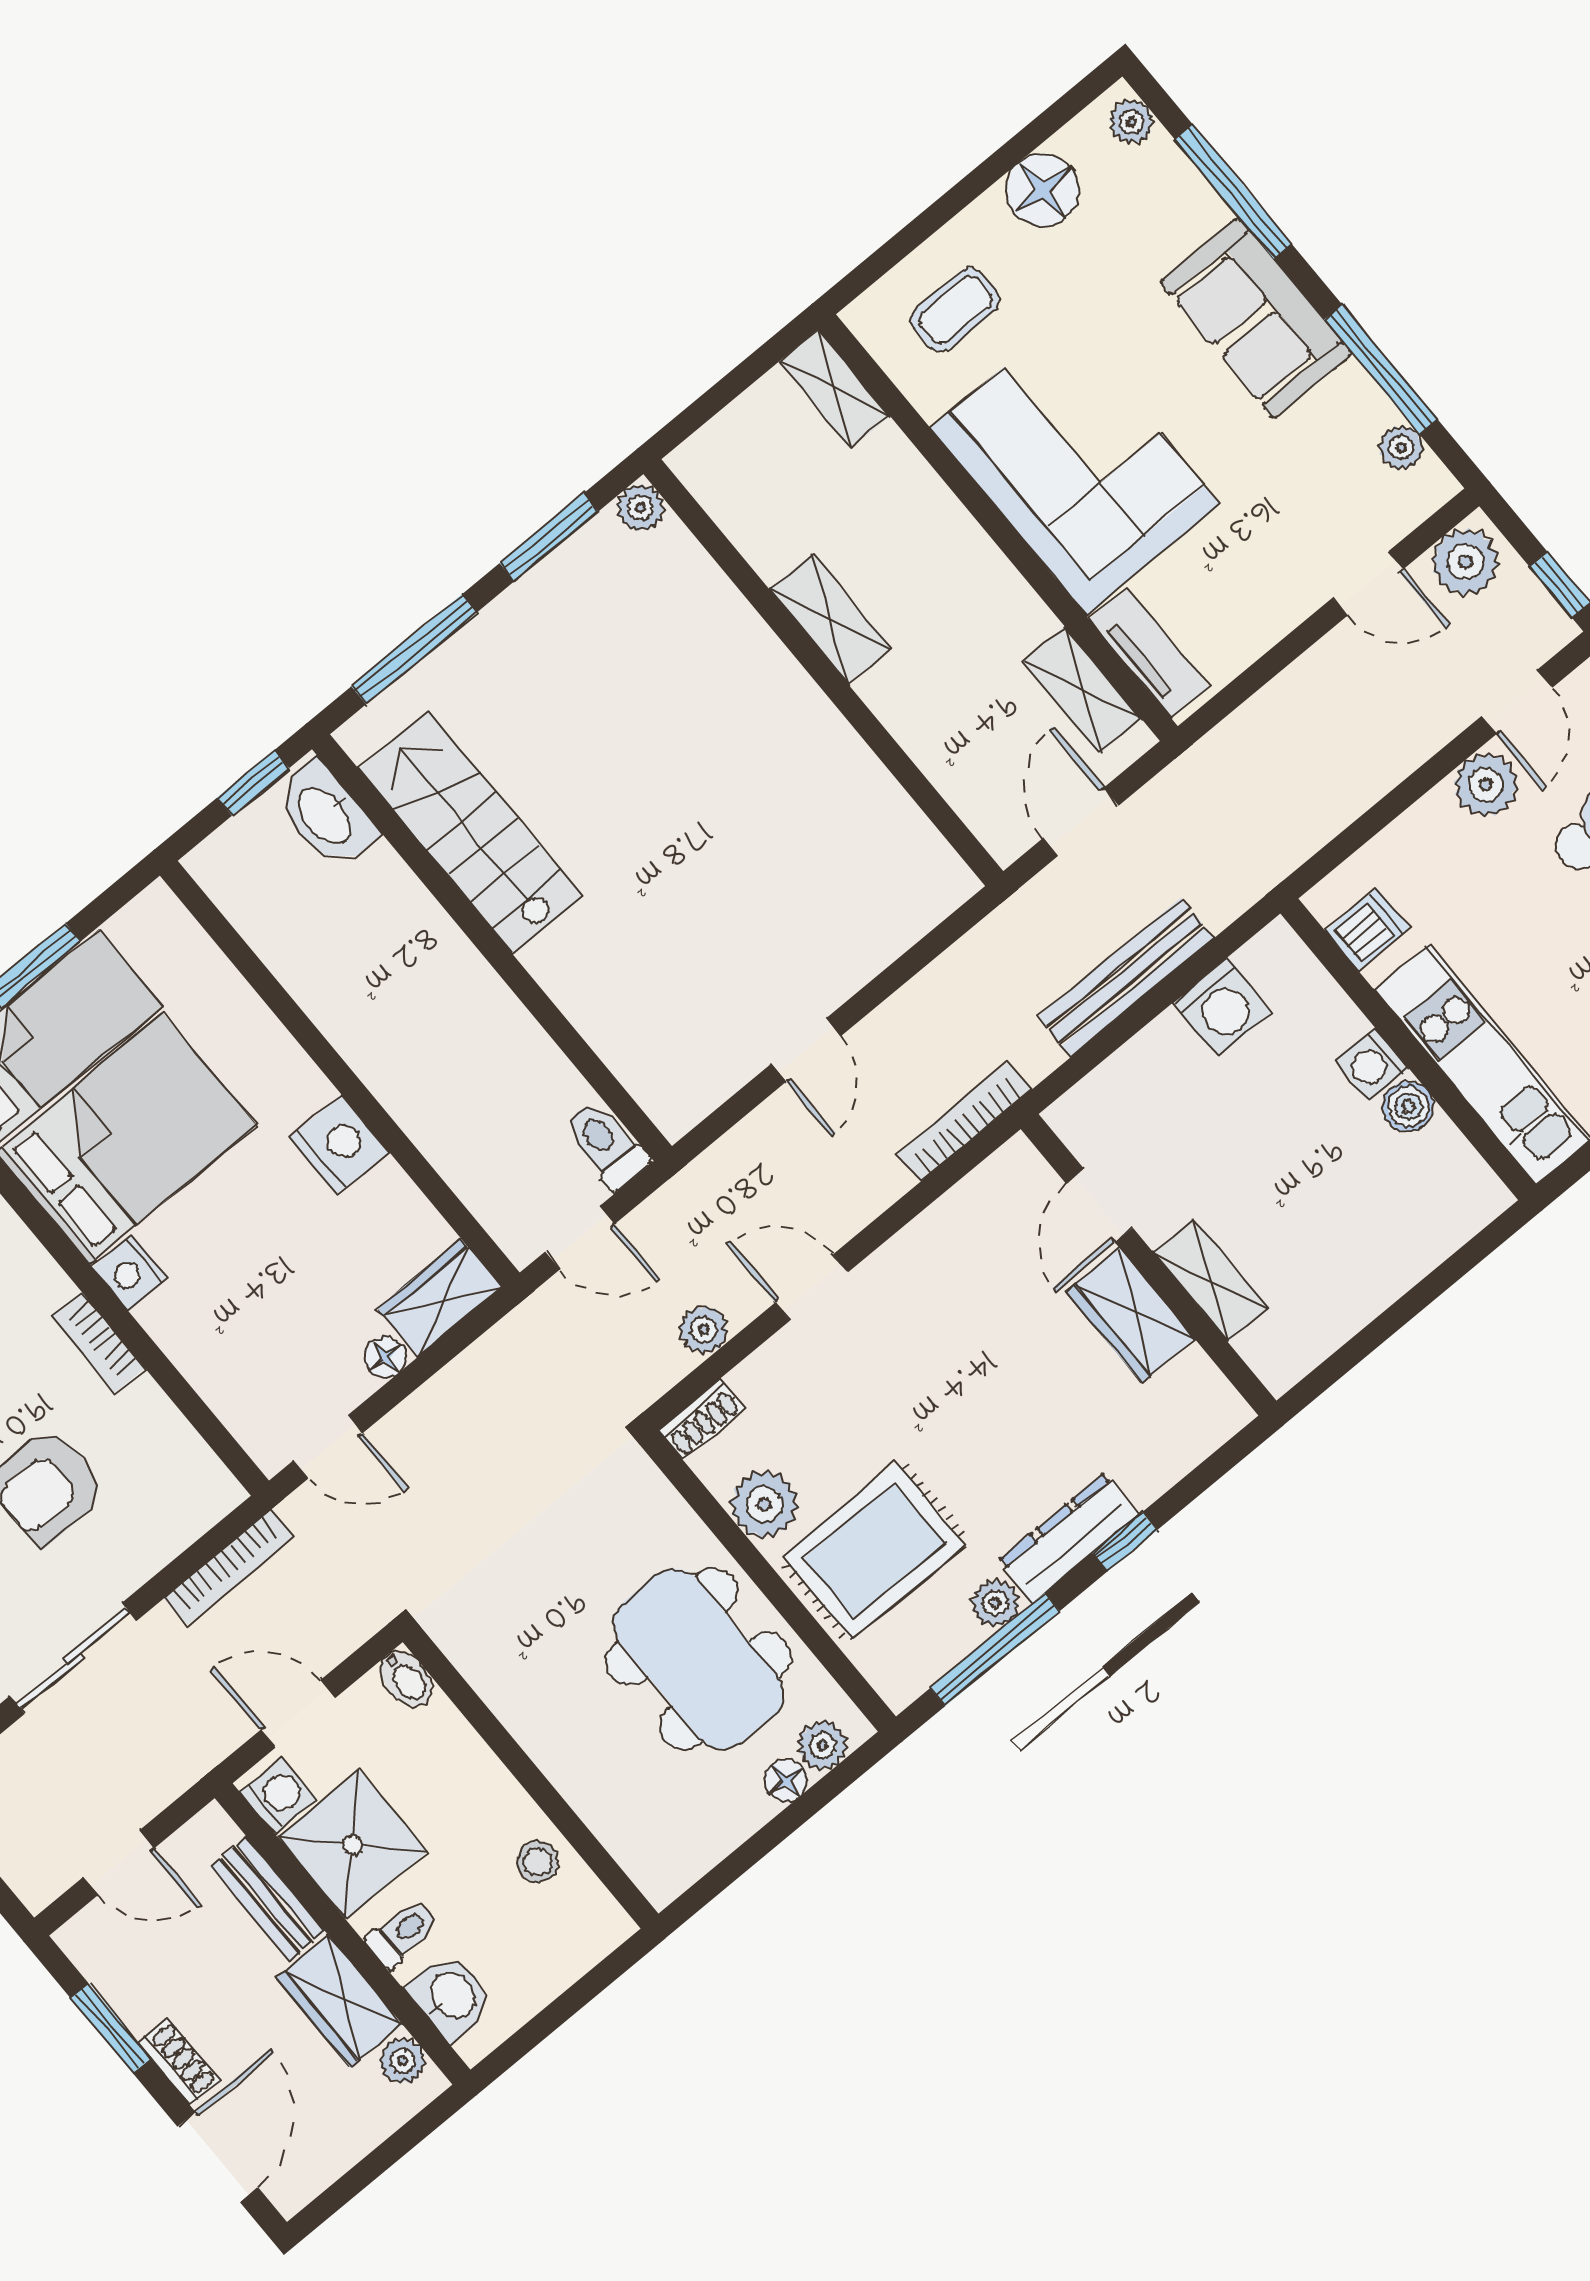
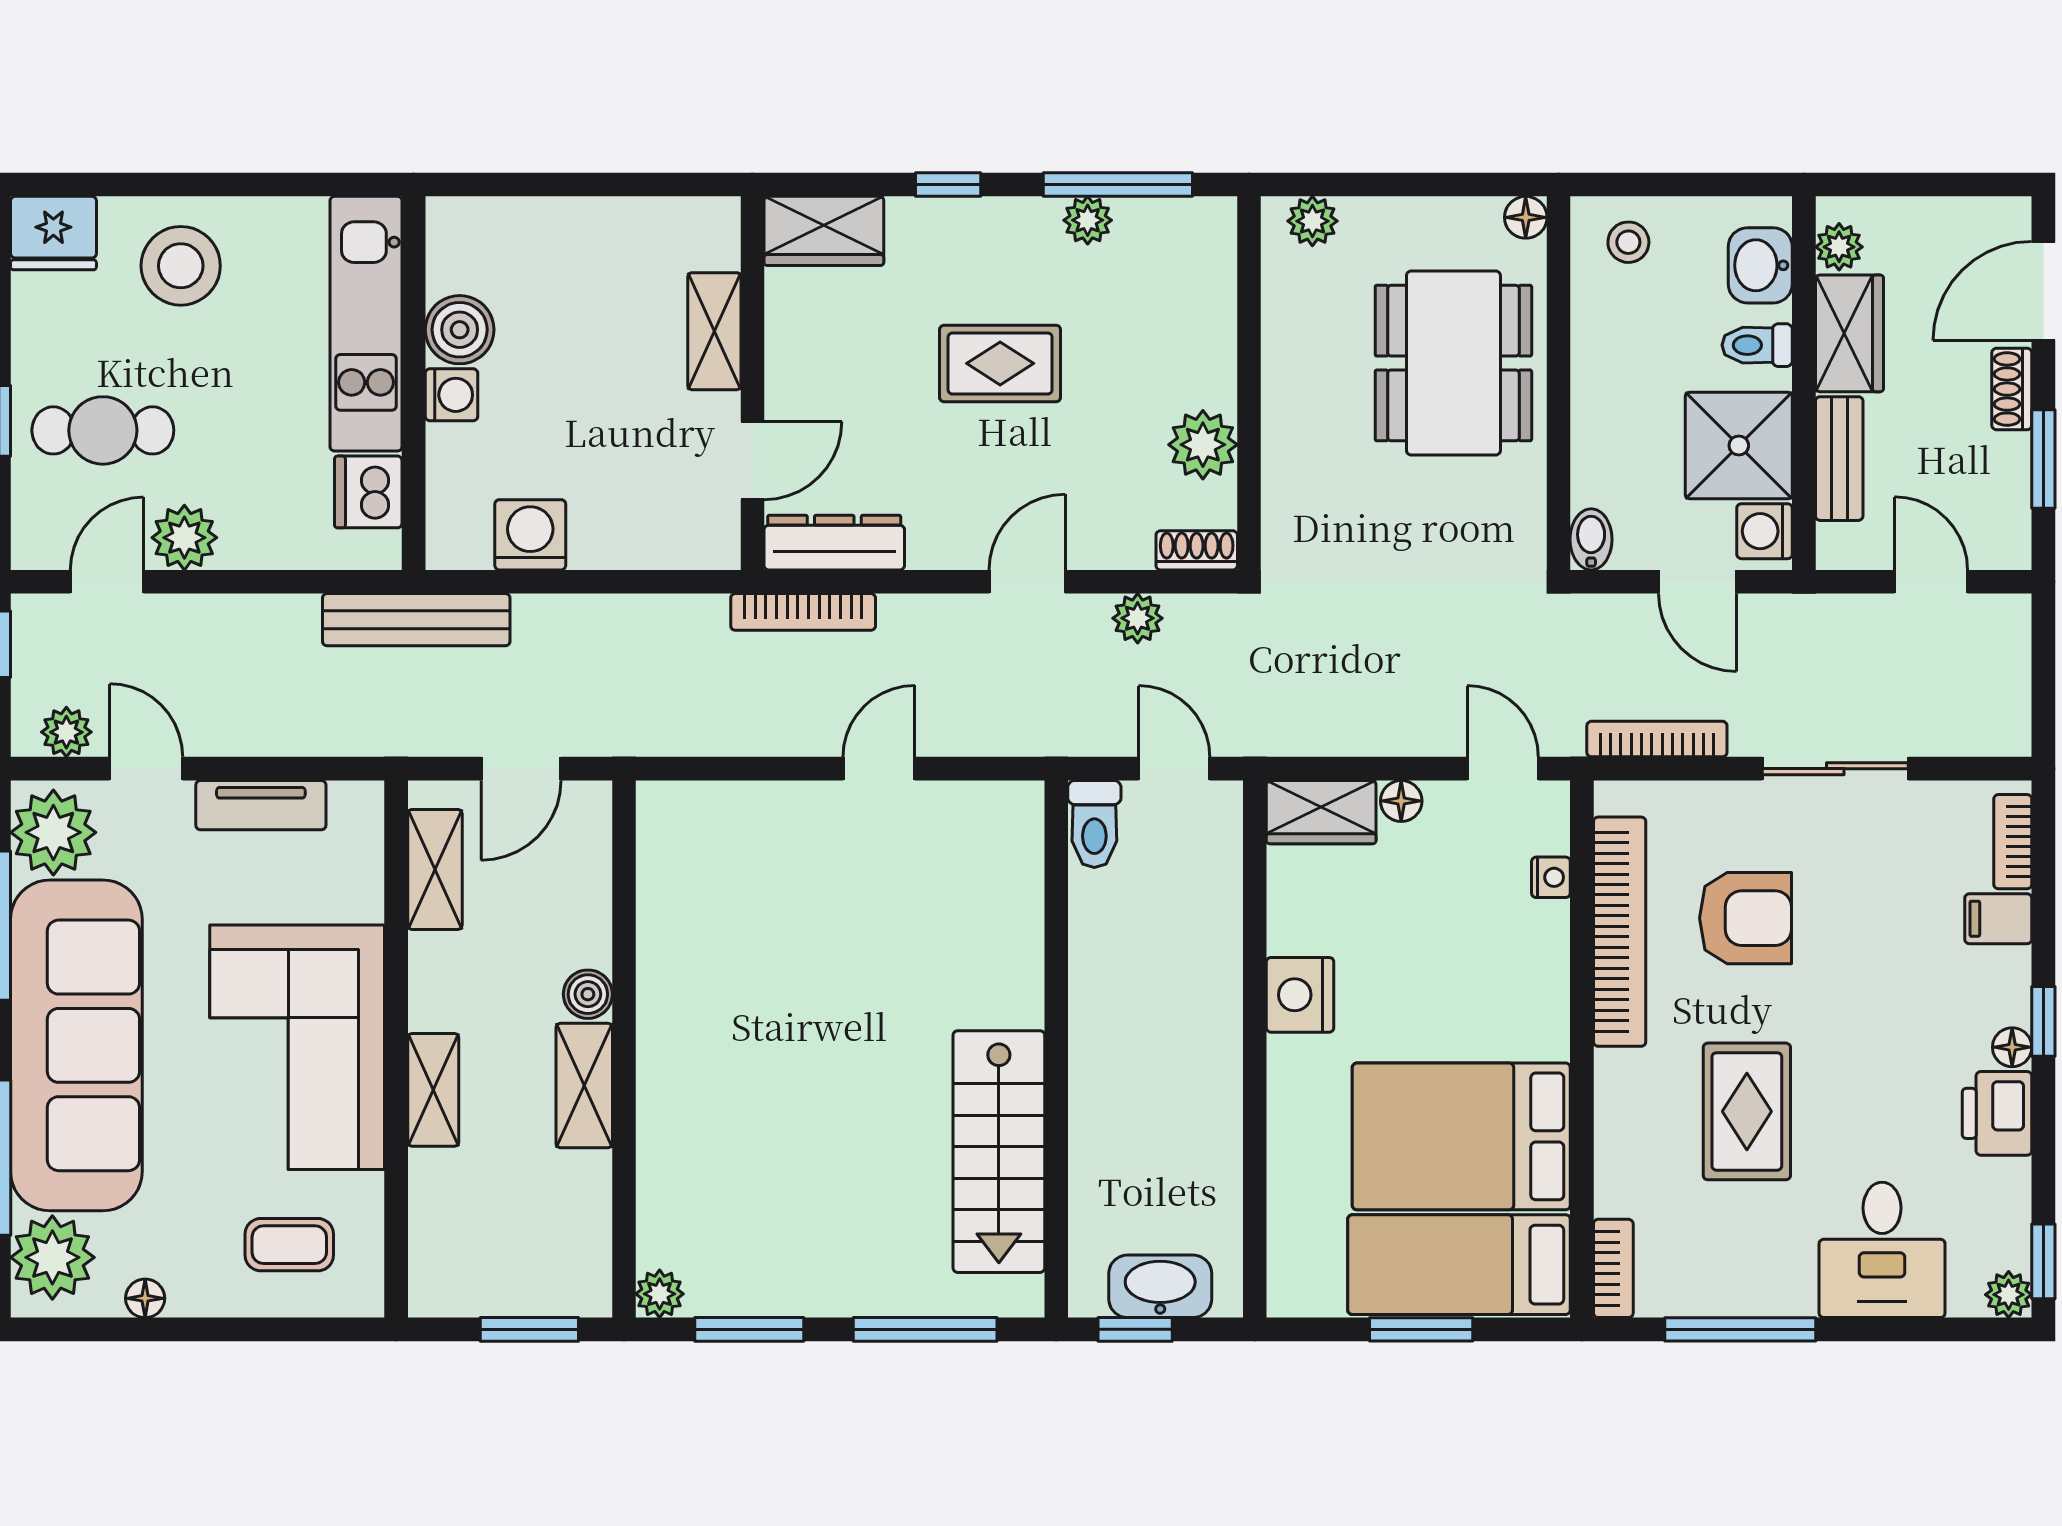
plant: (1131, 122) -> (52, 1257), width x1.88, depth x1.88
floor lamp: (1043, 190) -> (145, 1298), width x0.53, depth x0.53
sofa: (1256, 318) -> (76, 1045), width x1.85, depth x1.27
shelving: (834, 389) -> (433, 1090), moved
window: (717, 398) -> (529, 1329), added
plant: (1401, 448) -> (53, 832), width x1.88, depth x1.88
plant: (1465, 562) -> (66, 732), width x0.73, depth x0.73
tv unit: (1149, 653) -> (261, 805), moved, turned -90
boiler: (886, 692) -> (588, 994), added
washbasin: (326, 815) -> (1160, 1286), moved, turned -90
dishwasher: (1368, 929) -> (368, 492), width x1.38
bench: (1126, 977) -> (416, 620), moved
boiler: (1408, 1107) -> (460, 330), width x1.36, depth x1.36
nightstand: (130, 1273) -> (1551, 877), moved, width x0.72, depth x0.74
door: (812, 1287) -> (1027, 582), swing flipped
wardrobe: (1130, 1315) -> (824, 231), moved, turned 90
bookcase: (98, 1342) -> (1620, 932), width x2.31, depth x1.31
dresser: (1069, 1538) -> (834, 543), moved, turned 180
rug: (874, 1551) -> (1000, 363), moved, width x0.73, depth x0.70
dining table: (698, 1659) -> (1453, 363), moved
floor lamp: (786, 1781) -> (1526, 217), moved
stool: (538, 1862) -> (1628, 242), moved

